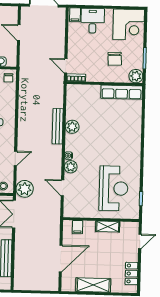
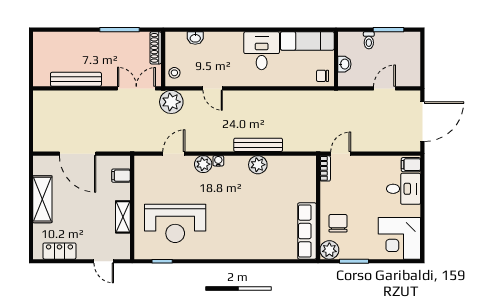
chair: (115, 59) -> (338, 223), moved, turned 93

